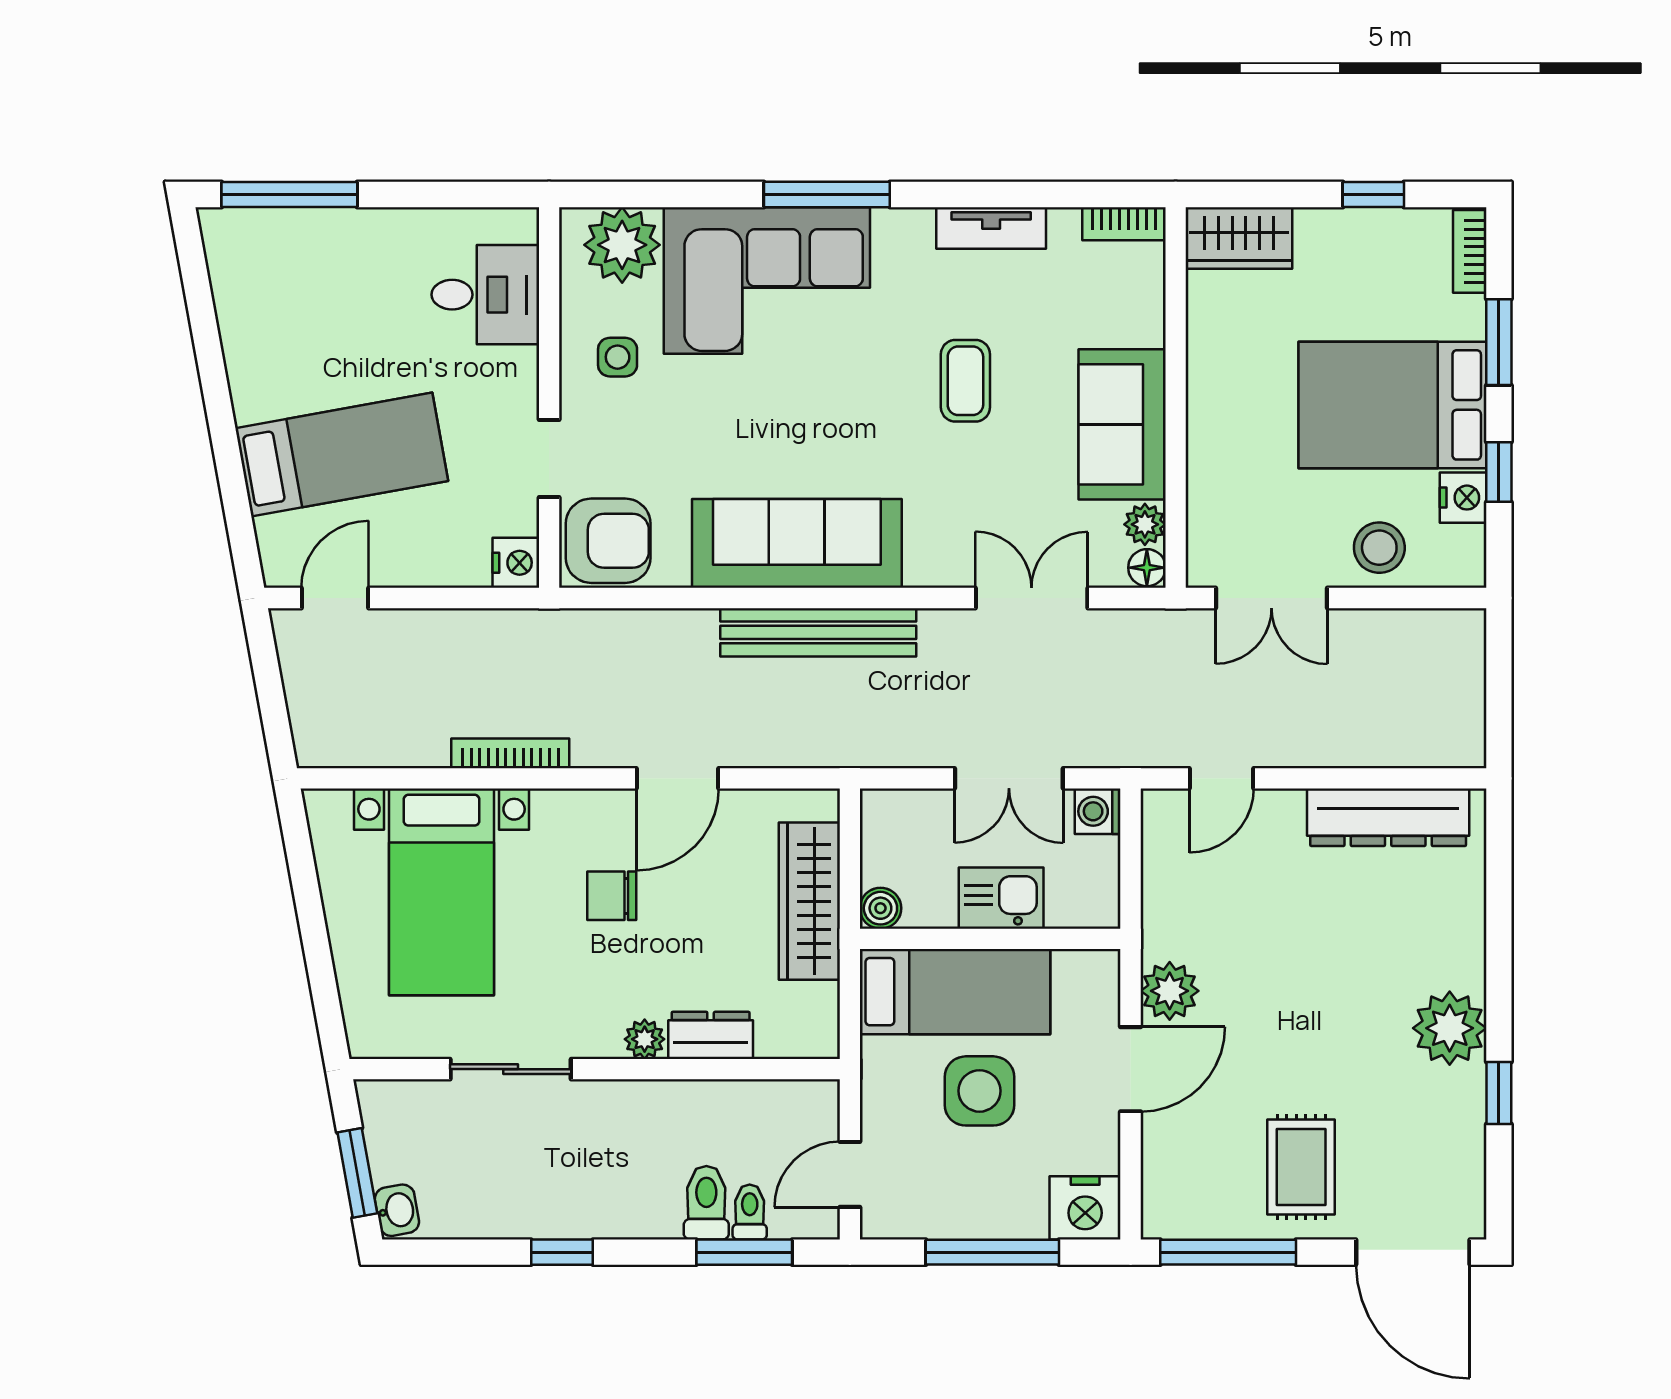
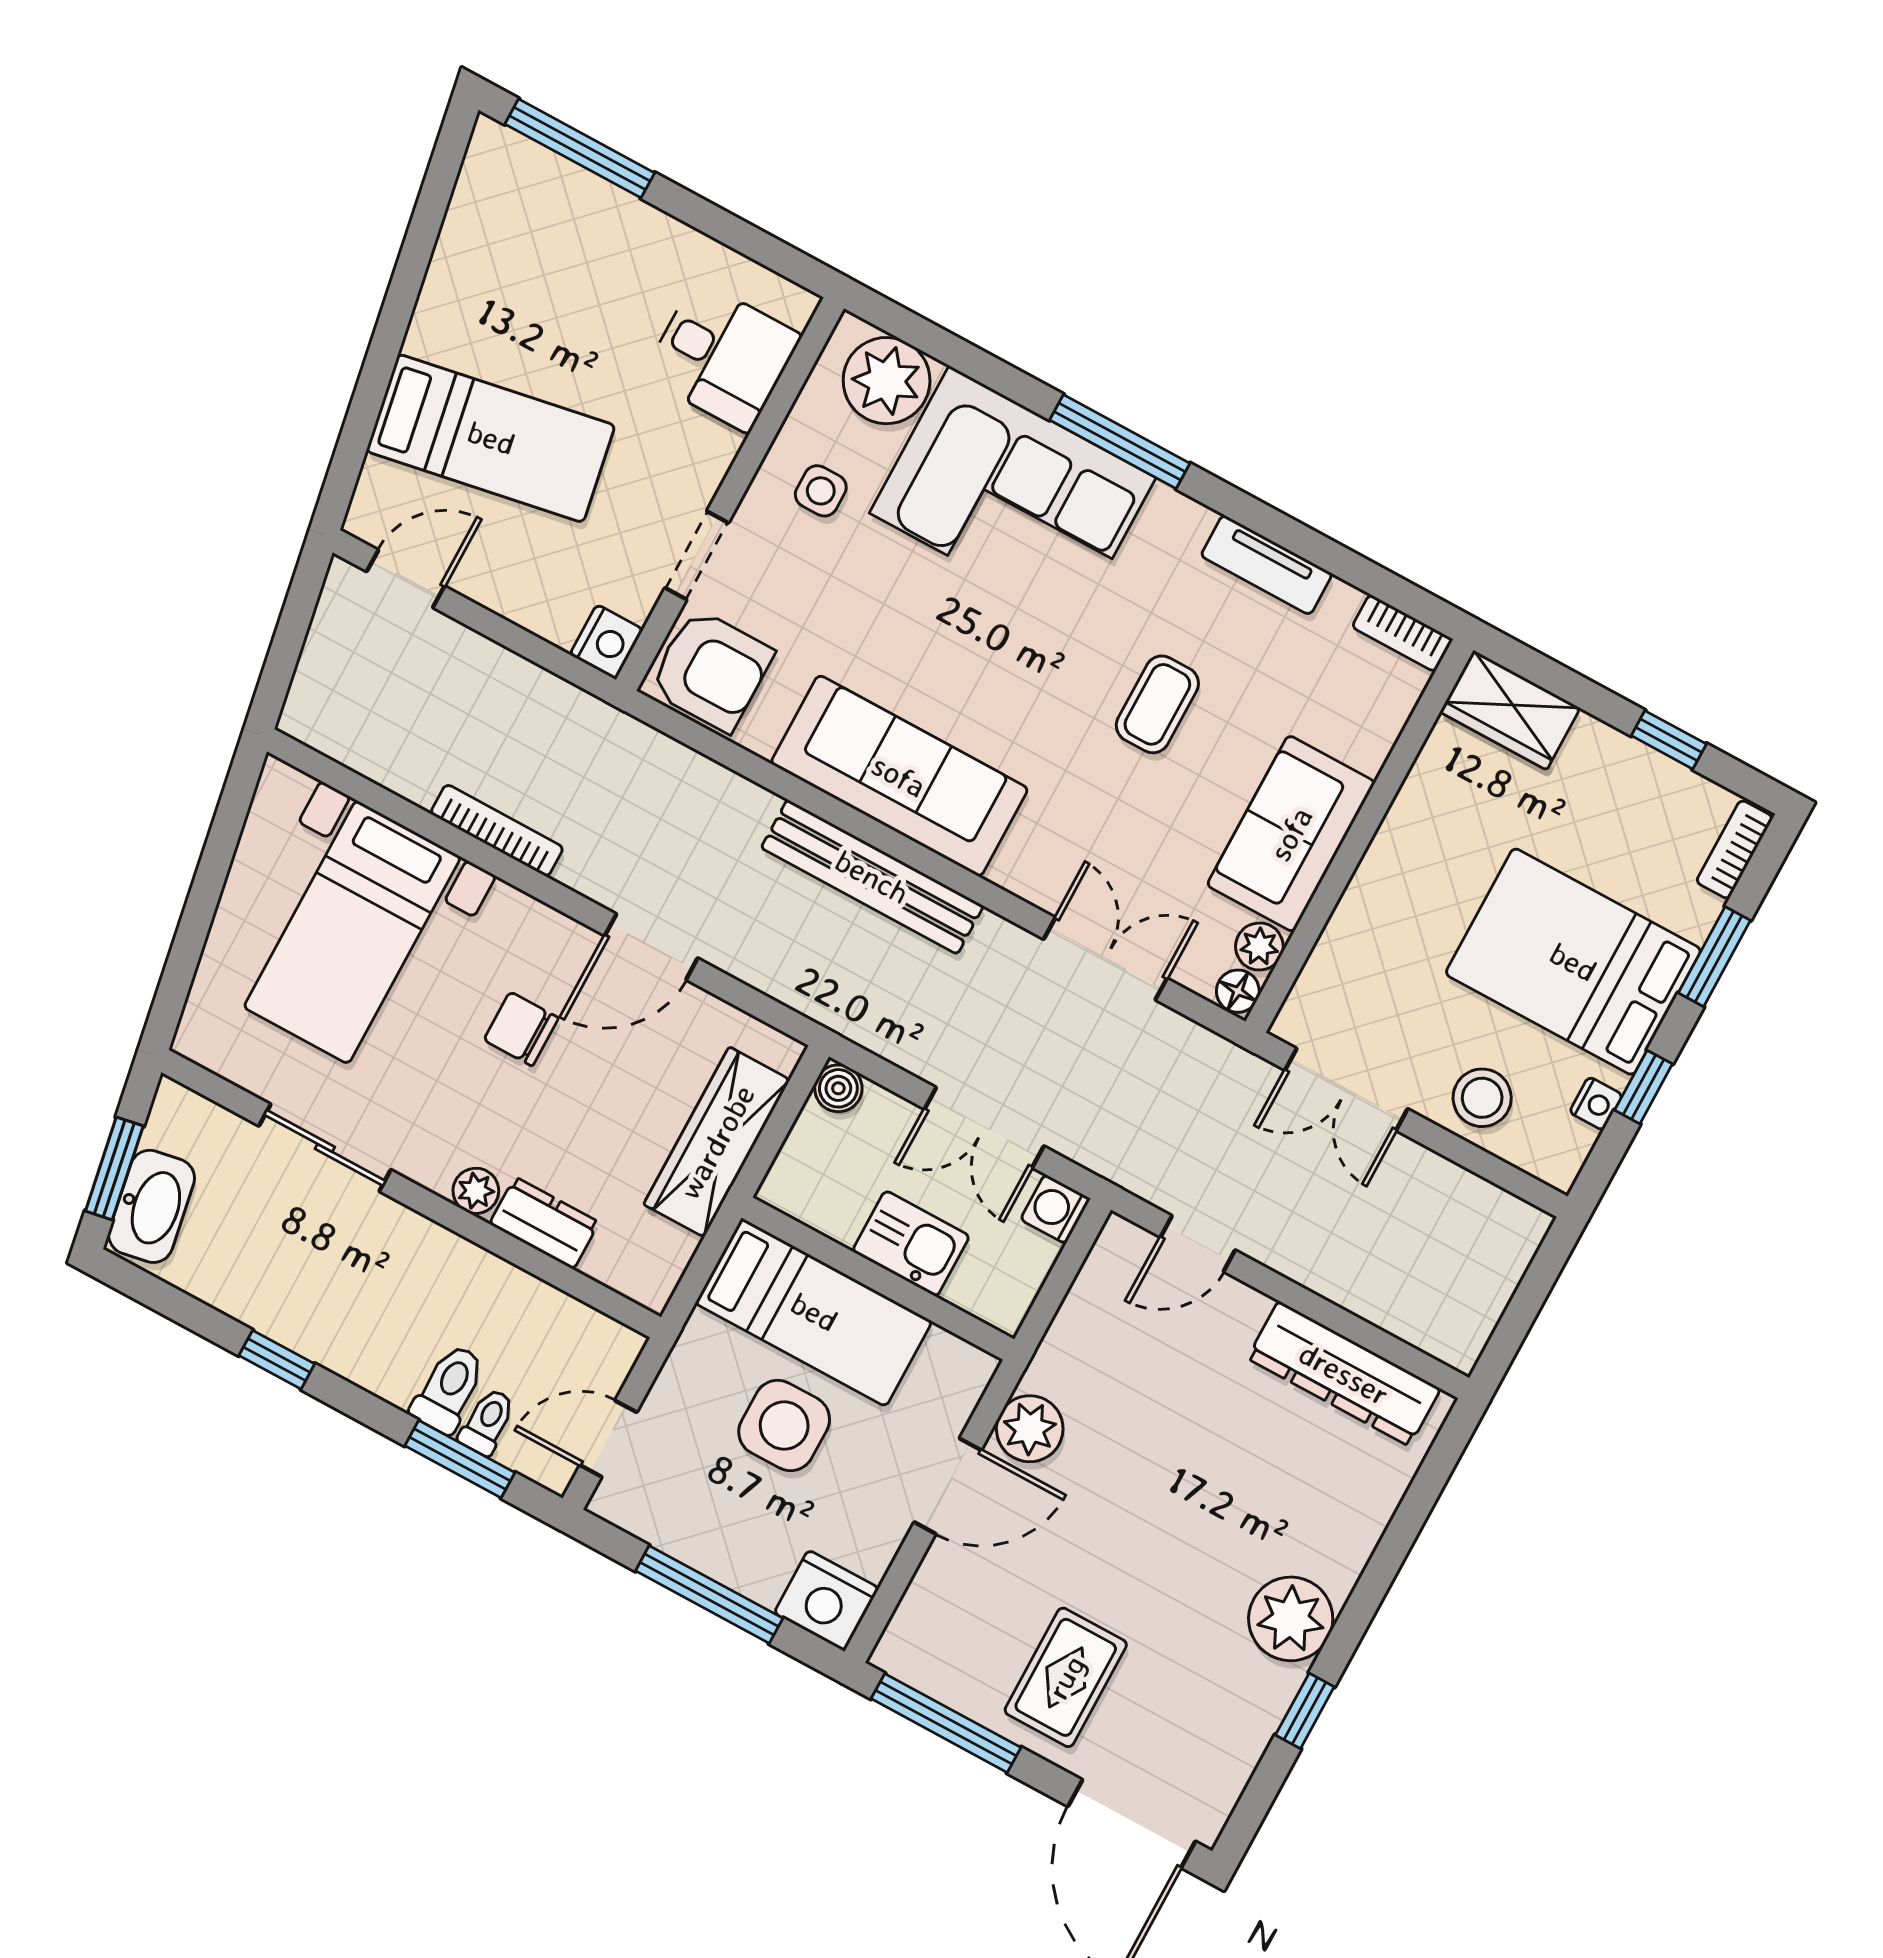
nightstand: (1463, 498) -> (1596, 1104), width x0.72, depth x0.74
boiler: (880, 908) -> (838, 1088), moved
washbasin: (397, 1210) -> (152, 1206), width x1.91, depth x1.45

